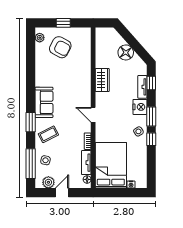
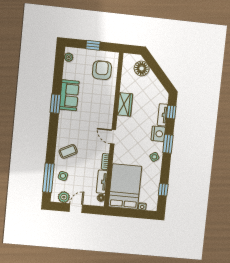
armchair: (60, 47) -> (102, 70), moved, turned -118
floor lamp: (126, 52) -> (142, 68), moved
sofa: (44, 102) -> (69, 95), moved
window: (31, 122) -> (55, 104), moved
window: (151, 139) -> (163, 190), moved

